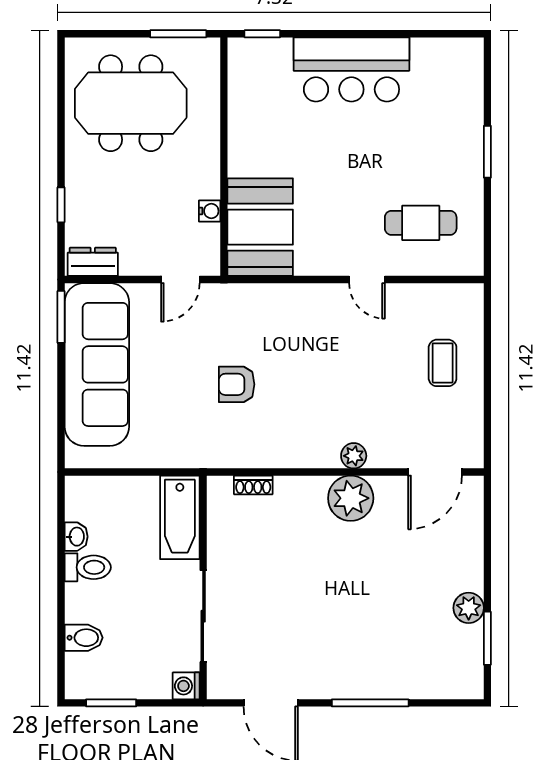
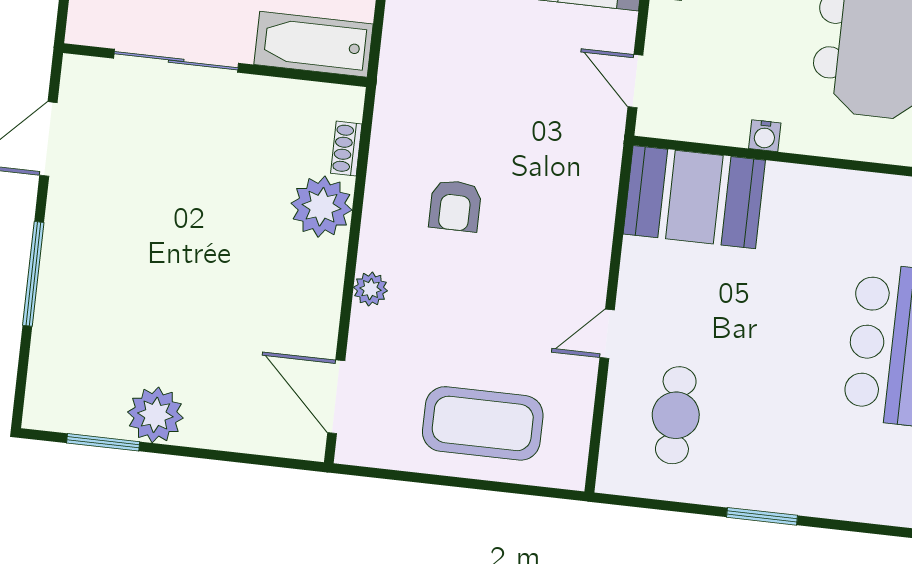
water cooler: (210, 211) -> (765, 136), moved
coffee table: (443, 363) -> (483, 423), width x1.86, depth x1.72
armchair: (237, 384) -> (455, 206), moved, turned 180
plant: (351, 498) -> (322, 207), moved
plant: (469, 608) -> (155, 415), width x1.36, depth x1.36
washing machine: (186, 686) -> (84, 27), removed

